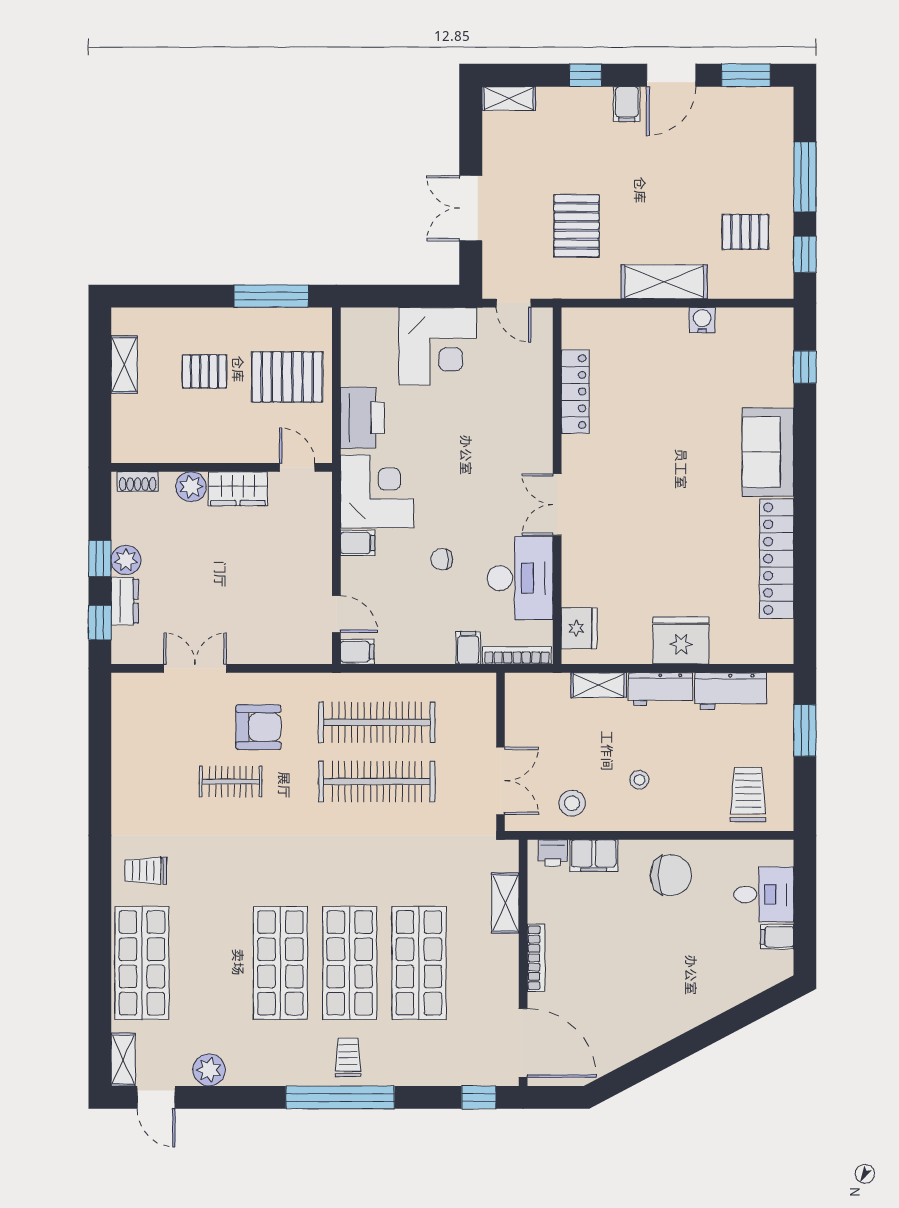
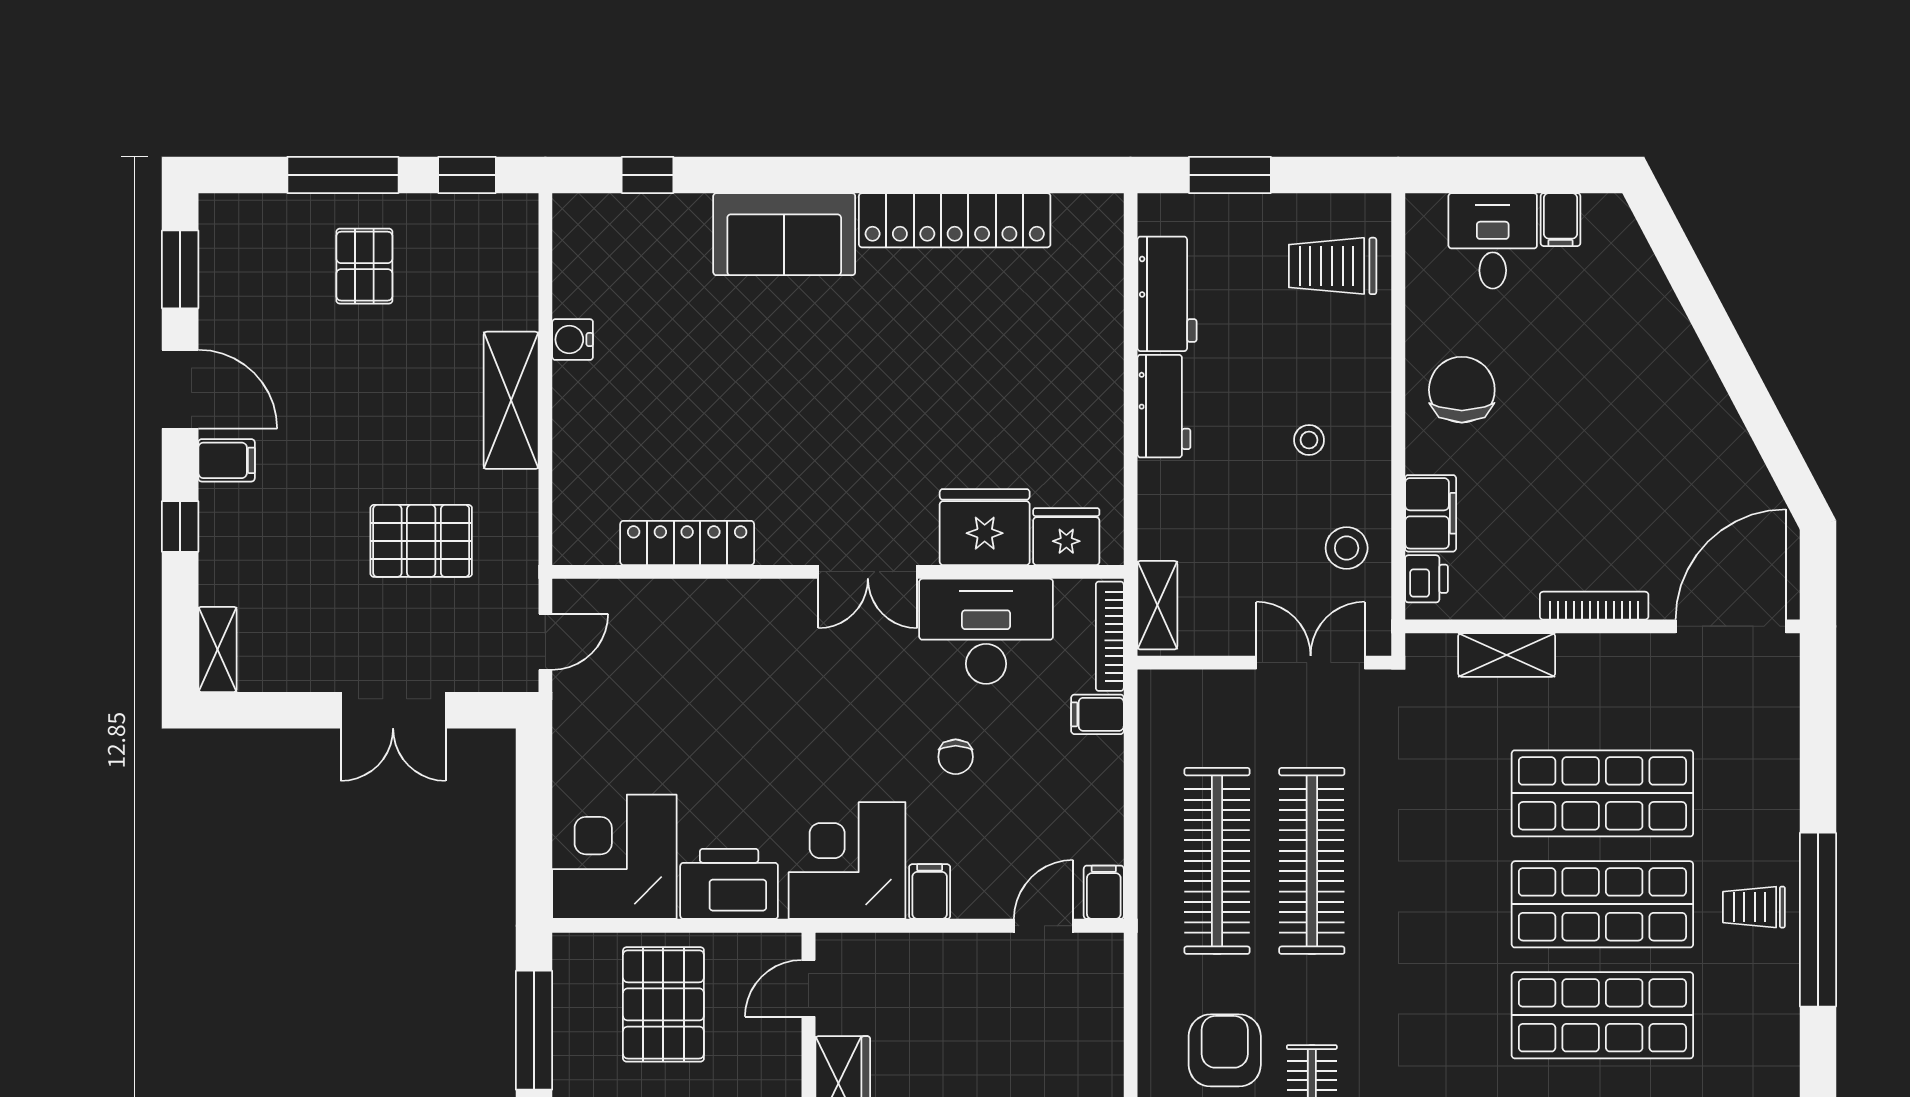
pallet: (745, 232) -> (364, 266), moved
corner desk: (438, 346) -> (614, 857), moved, turned -90
fridge: (681, 640) -> (985, 527), moved, turned 90
shelving: (599, 685) -> (1157, 605), moved
window: (479, 1097) -> (1818, 697), removed

